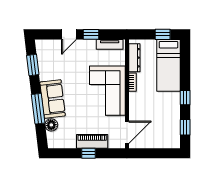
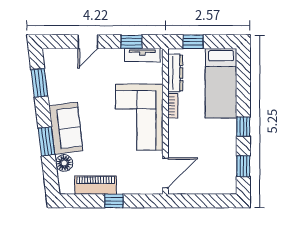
window: (91, 34) -> (132, 42), moved
window: (163, 34) -> (193, 42), moved
window: (38, 109) -> (46, 141), width x0.69
piano: (92, 141) -> (96, 185), moved

